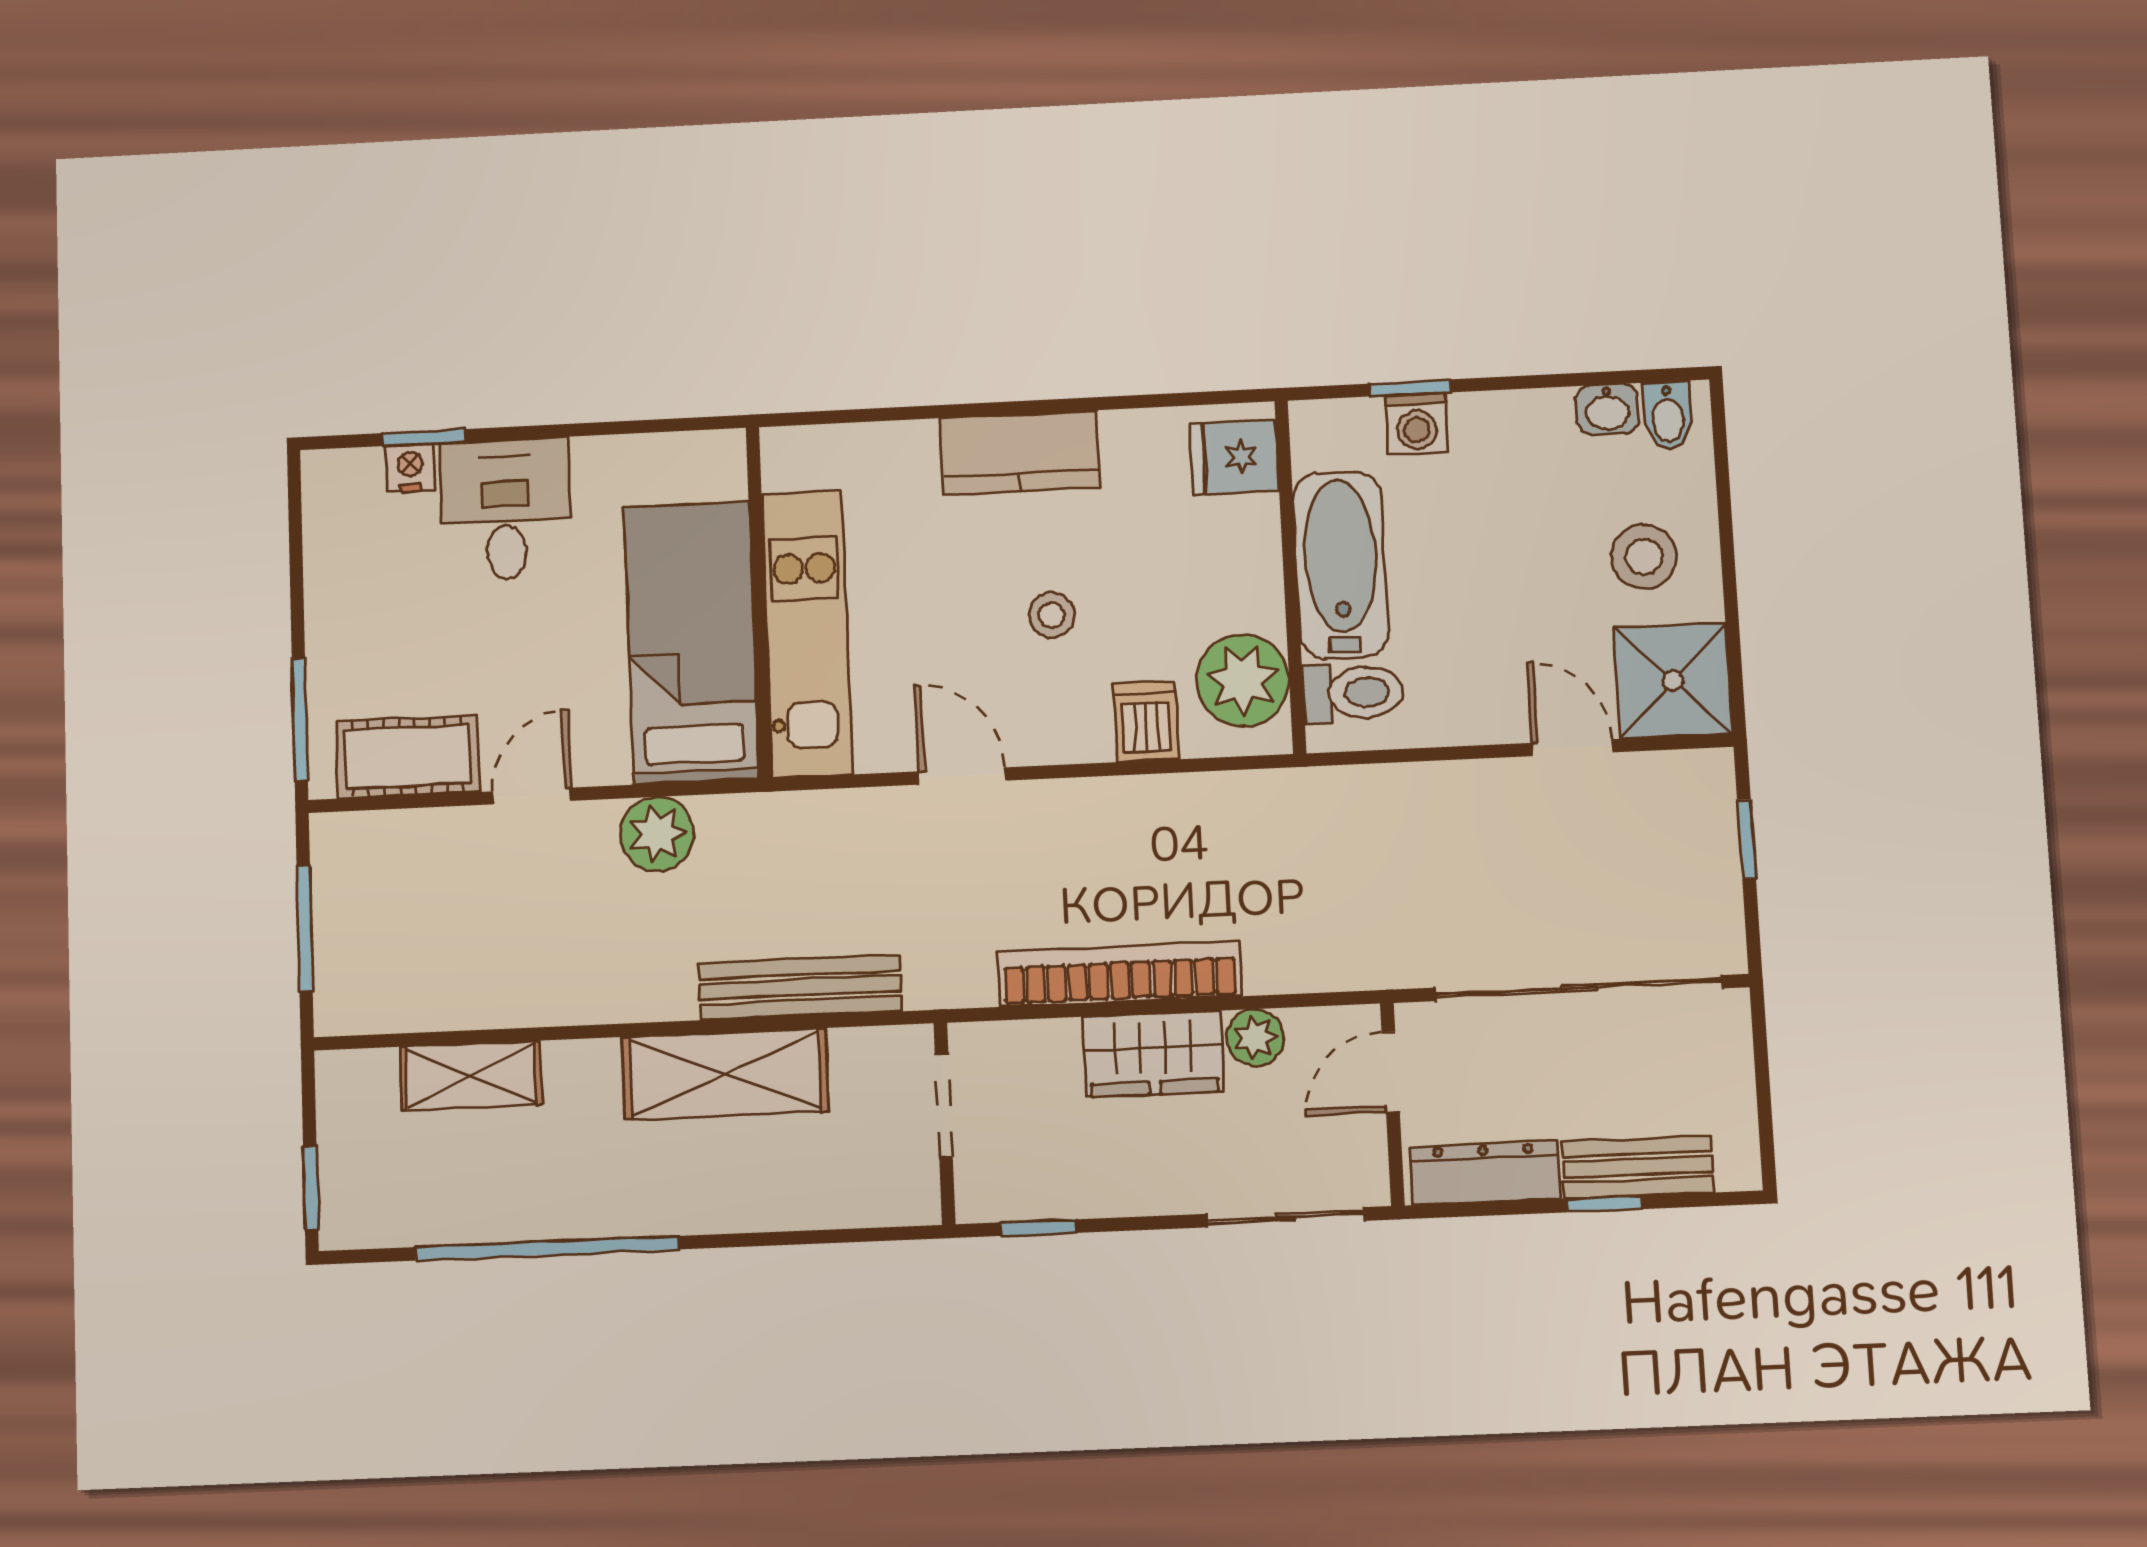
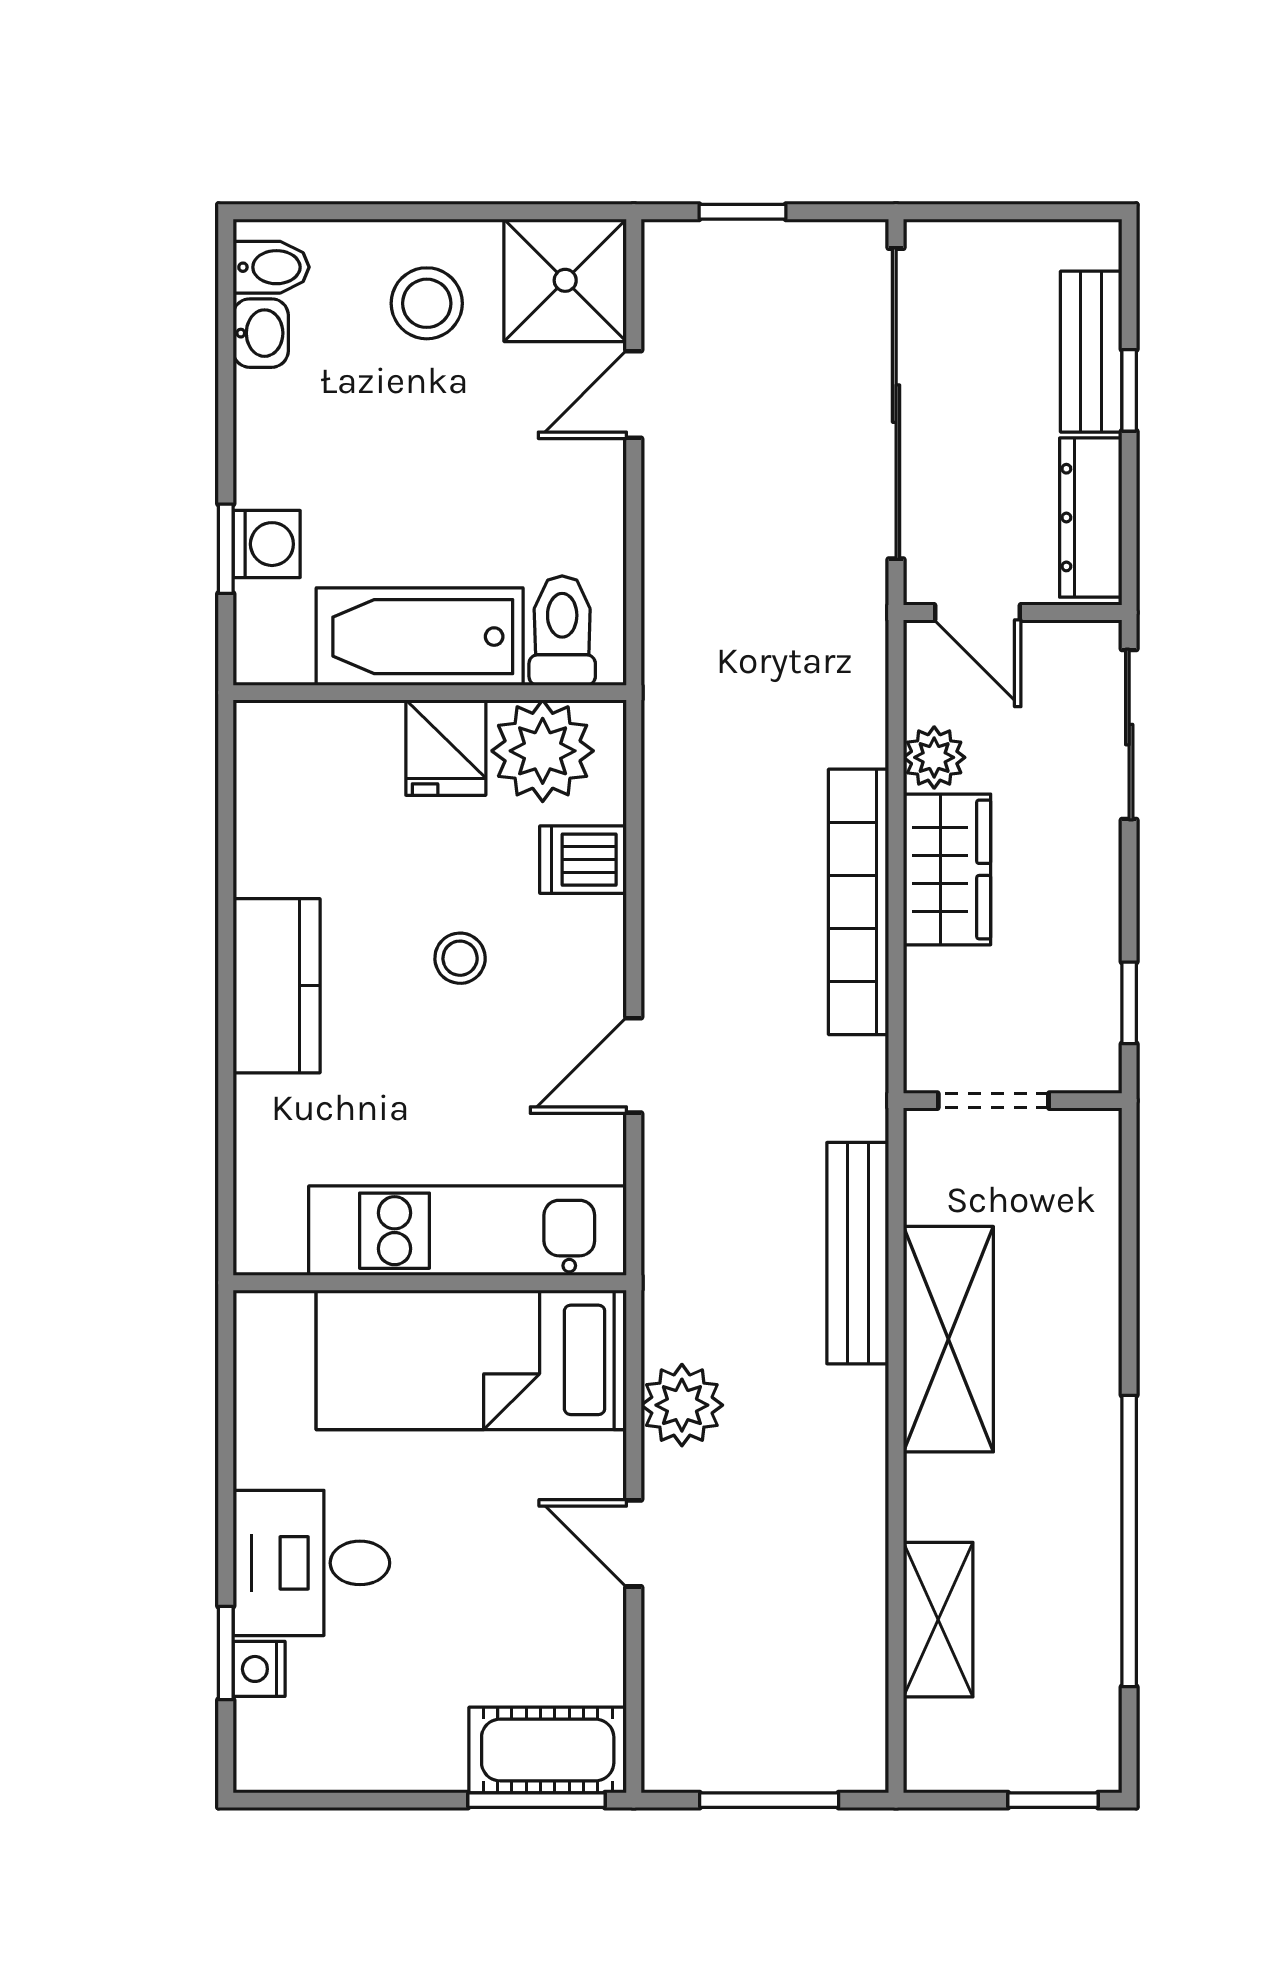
fridge: (1234, 457) -> (446, 748), moved
cot: (407, 757) -> (548, 1750), moved, turned 90

